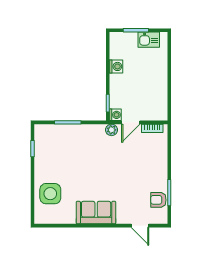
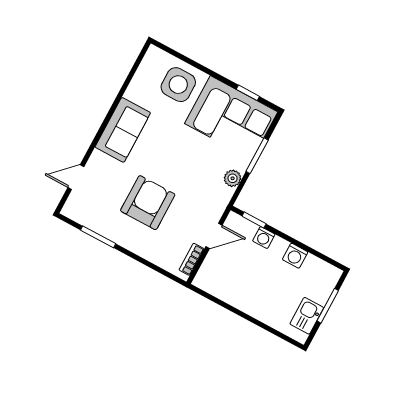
washing machine: (115, 115) -> (264, 238), moved
door: (131, 122) -> (214, 236), swing flipped
plant: (112, 130) -> (233, 178), moved
corner sofa: (53, 151) -> (231, 118), added
armchair: (158, 200) -> (148, 203), moved, width x1.88, depth x1.88

